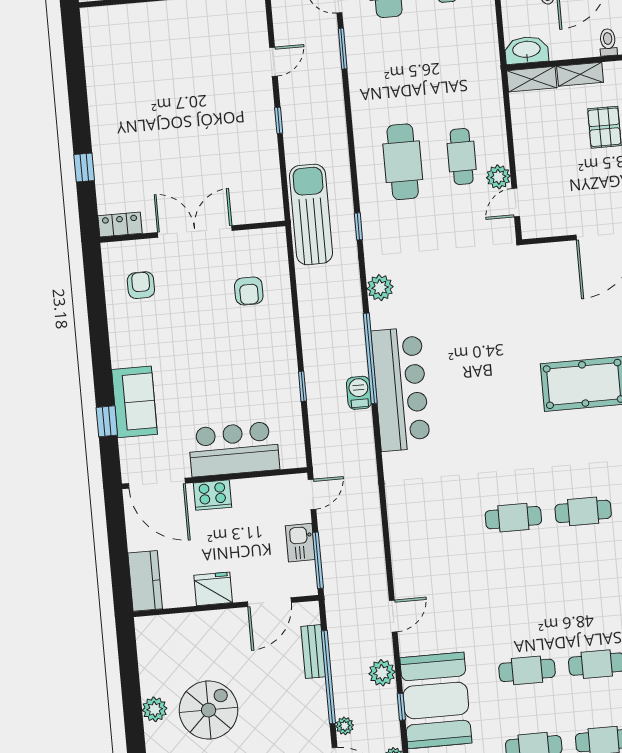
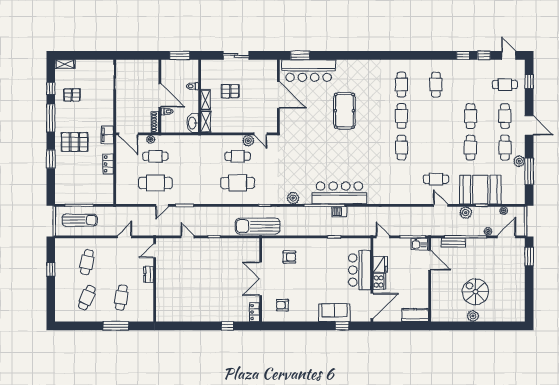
kitchen sink: (300, 543) -> (419, 244), moved
fridge: (213, 589) -> (380, 264), moved, turned 180
cafe table: (450, 600) -> (436, 179), added

